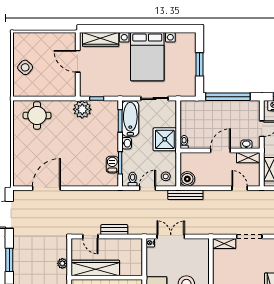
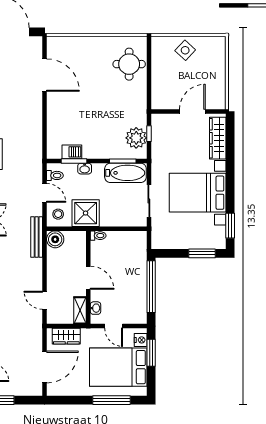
window: (176, 29) -> (230, 226), added
window: (199, 64) -> (202, 253), moved
plant: (82, 109) -> (136, 138), moved
shower: (165, 139) -> (86, 213), moved
washbasin: (127, 143) -> (85, 169), moved
door: (240, 188) -> (44, 300), swing flipped

